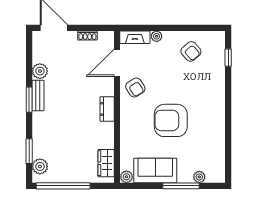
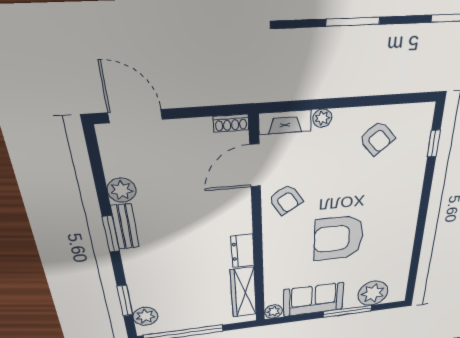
shoe rack: (87, 35) -> (231, 123), moved
dresser: (107, 109) -> (243, 251), moved
wardrobe: (106, 163) -> (243, 292), width x1.50
plant: (199, 177) -> (373, 293), width x1.87, depth x1.87

